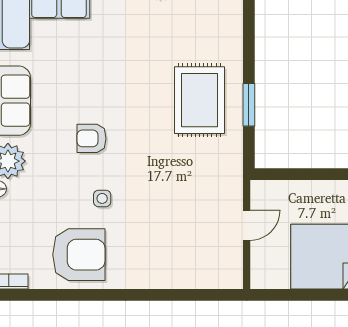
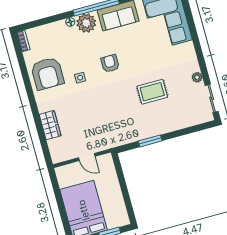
rug: (200, 100) -> (152, 92), moved, width x0.73, depth x0.70
wardrobe: (172, 275) -> (50, 125), added

